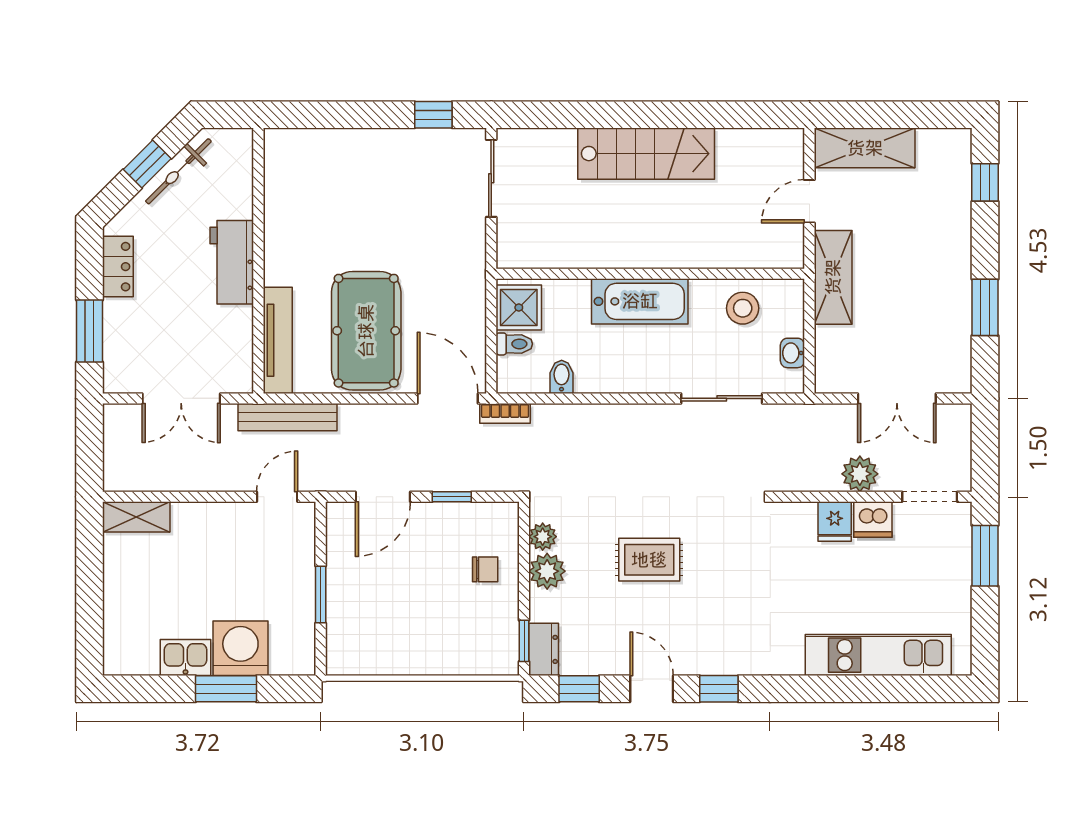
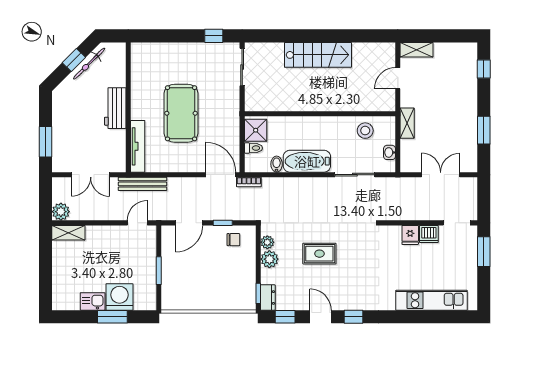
shelving: (865, 148) -> (417, 50), width x0.67, depth x0.75
locker: (118, 267) -> (59, 110), removed
shelving: (833, 277) -> (407, 123), width x0.67, depth x0.75
bathtub: (640, 301) -> (307, 161), moved, turned 180
pool table: (366, 331) -> (181, 113), moved
double door: (897, 398) -> (441, 175), swing flipped
plant: (860, 474) -> (61, 212), moved
chair: (485, 569) -> (233, 240), moved

